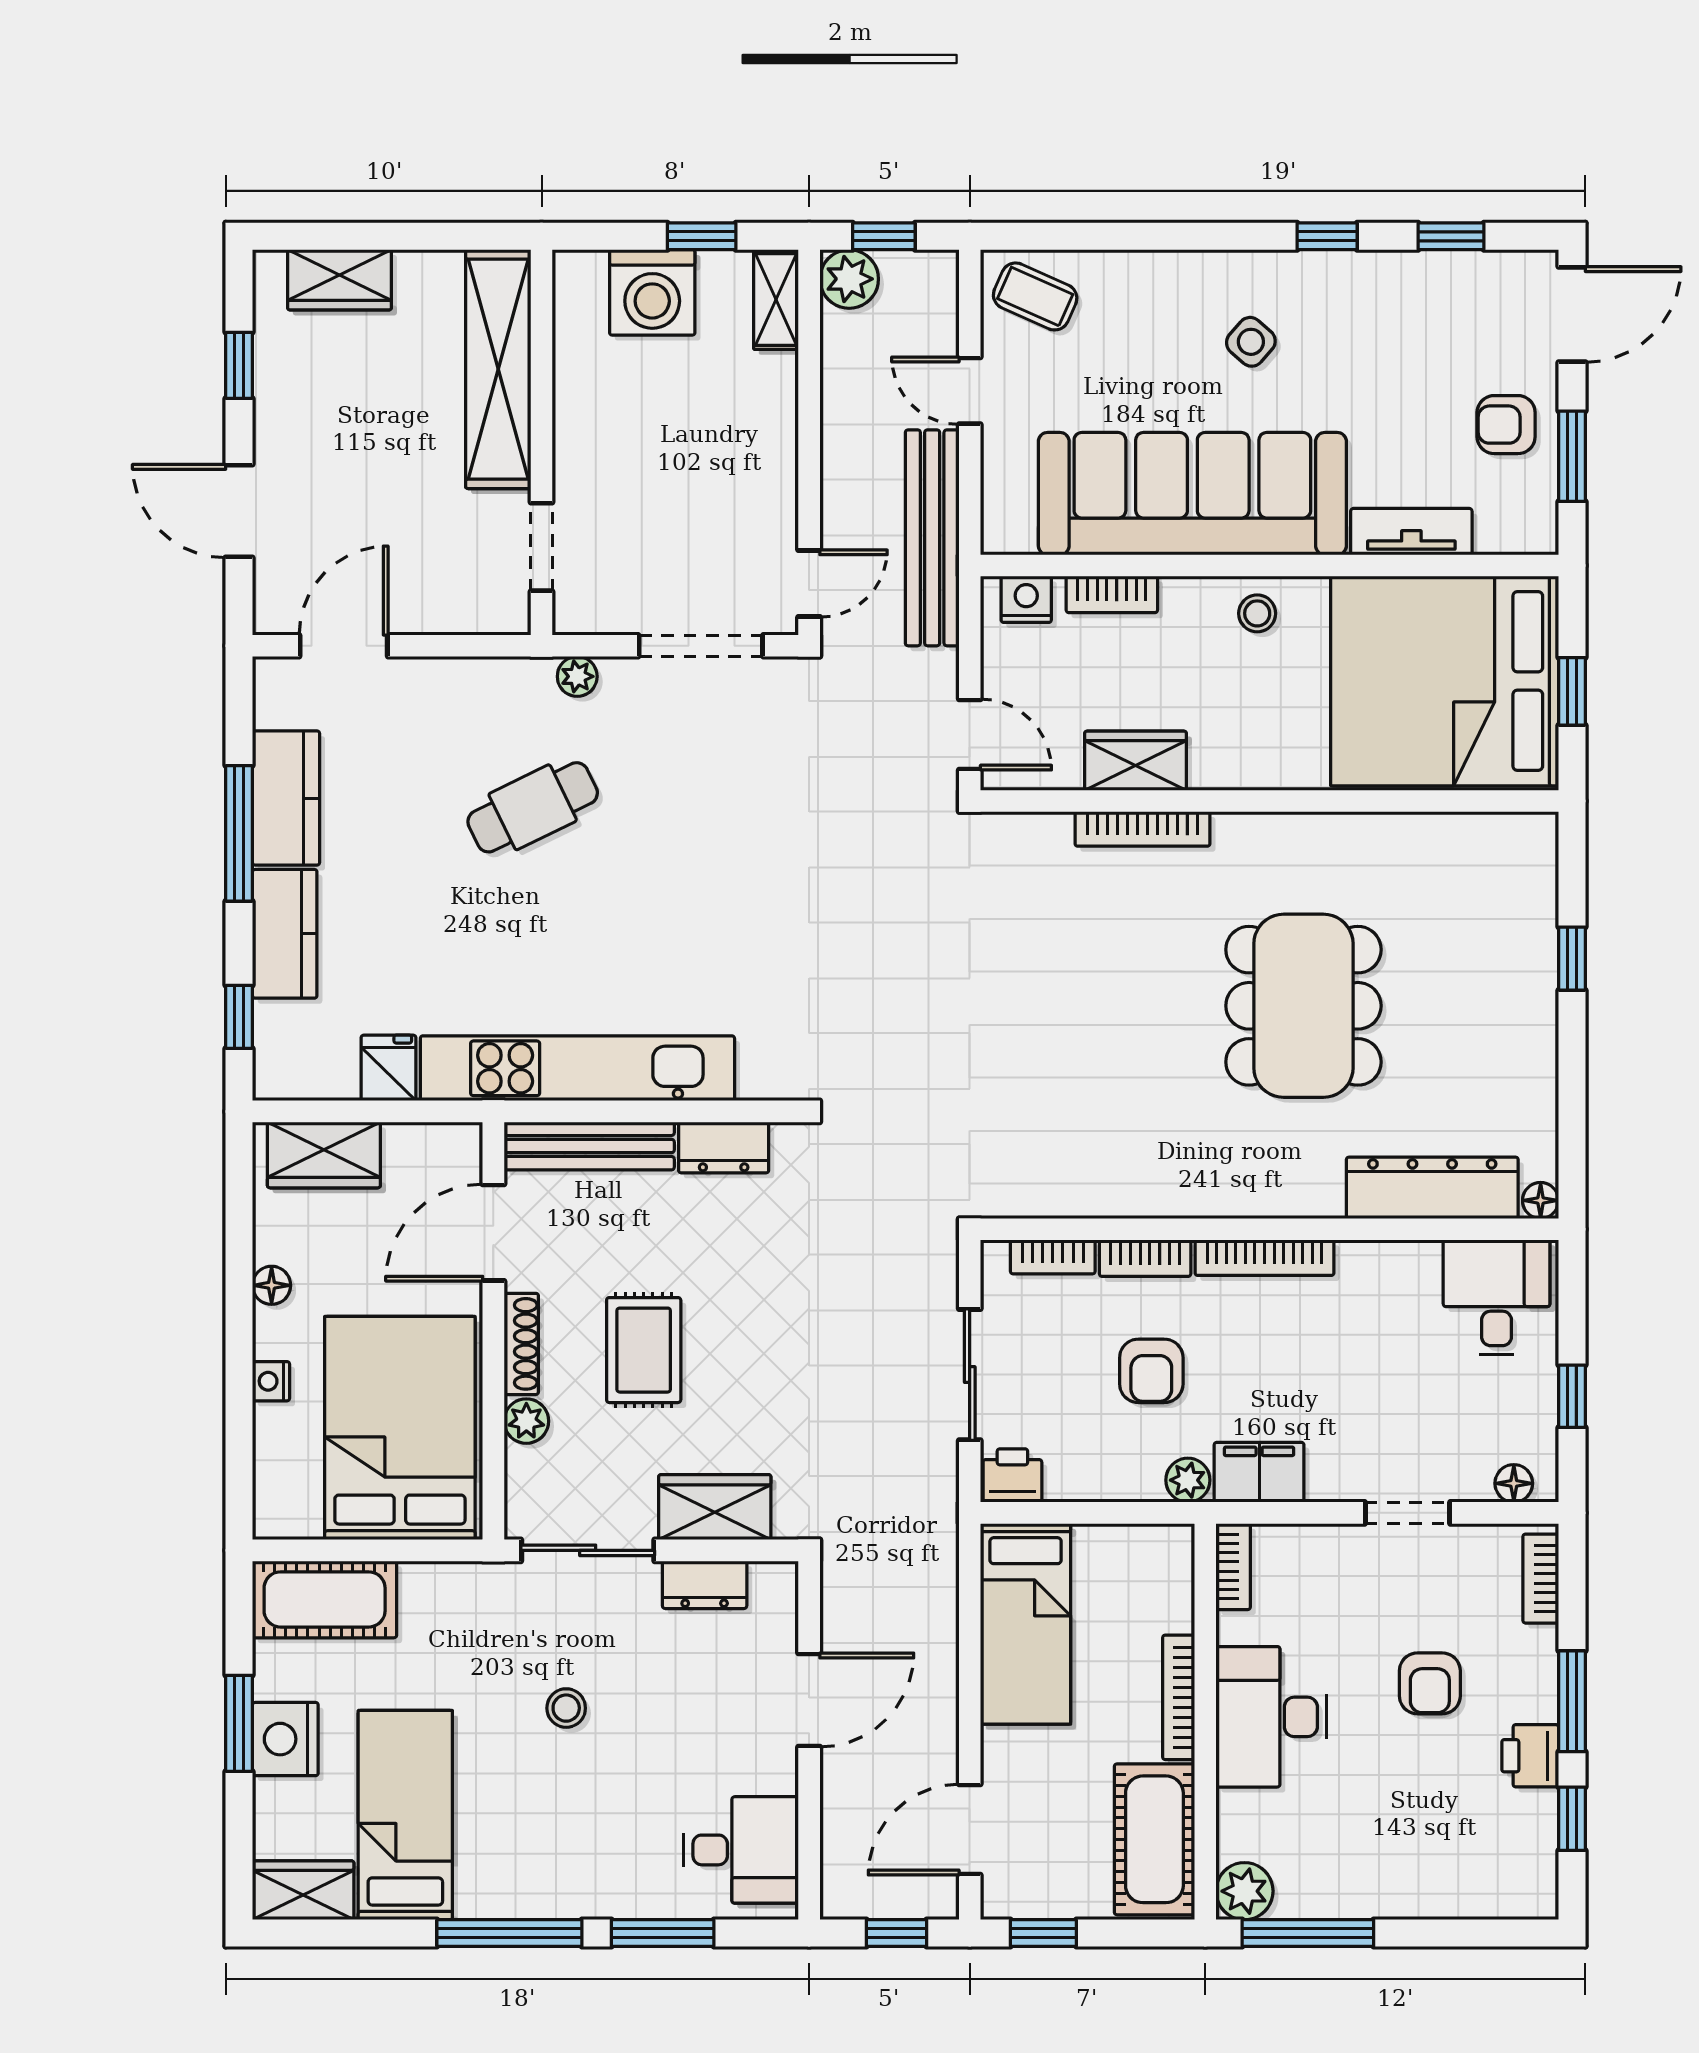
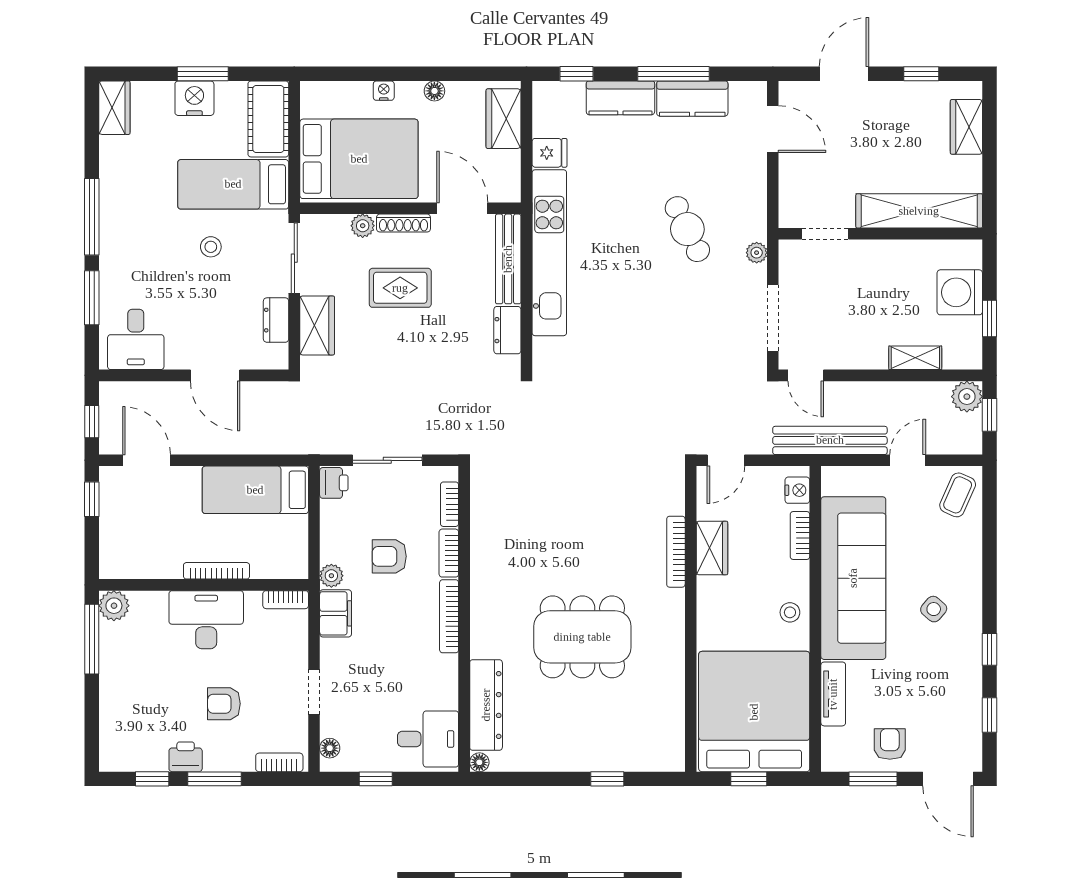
shelving: (776, 300) -> (915, 358), moved
bed: (405, 1815) -> (233, 184), moved, turned 180
cot: (1154, 1839) -> (141, 558), removed

